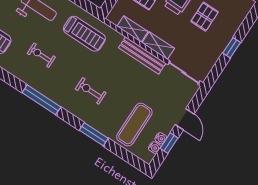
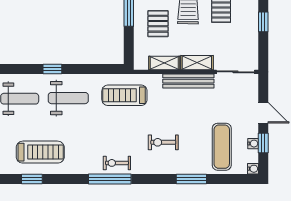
treadmill: (84, 34) -> (124, 95), turned 180
exercise bike: (41, 55) -> (117, 163), moved
window: (41, 100) -> (110, 179), moved
water cooler: (154, 148) -> (253, 169), moved

